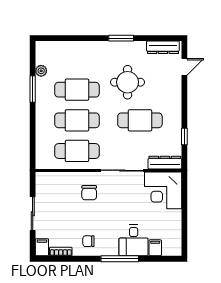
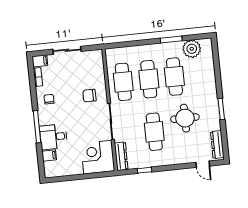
plant: (41, 71) -> (192, 49), width x1.87, depth x1.87

